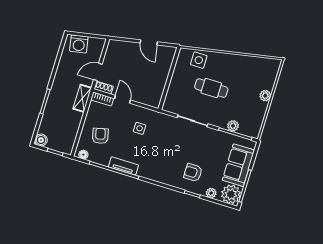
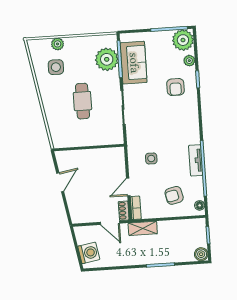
side table: (199, 60) -> (56, 67), moved
plant: (265, 96) -> (58, 44), moved
plant: (233, 126) -> (107, 59), width x1.87, depth x1.87
sofa: (238, 165) -> (134, 63), moved, turned -90

